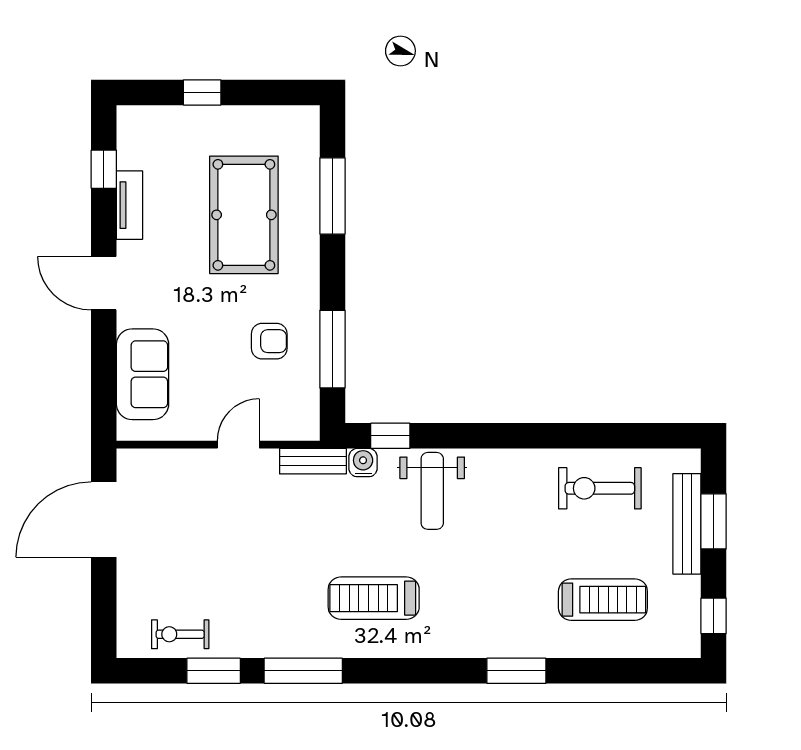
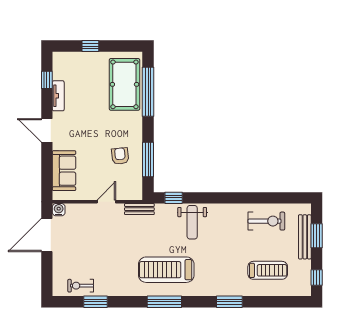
window: (332, 196) -> (148, 92), width x1.46
pool table: (244, 215) -> (124, 84), moved
armchair: (269, 341) -> (120, 156), turned -96
water cooler: (363, 463) -> (59, 210), moved
exercise bike: (600, 488) -> (266, 221), turned 180
treadmill: (374, 598) -> (166, 270), width x1.37, depth x1.37
window: (303, 671) -> (164, 302), moved

